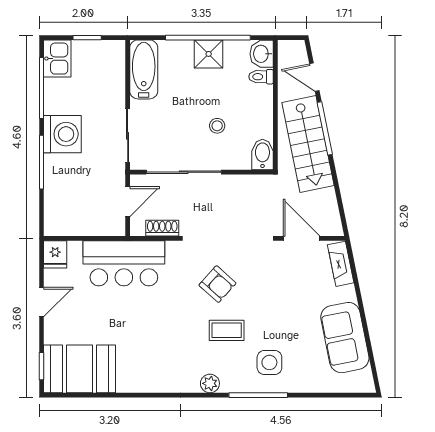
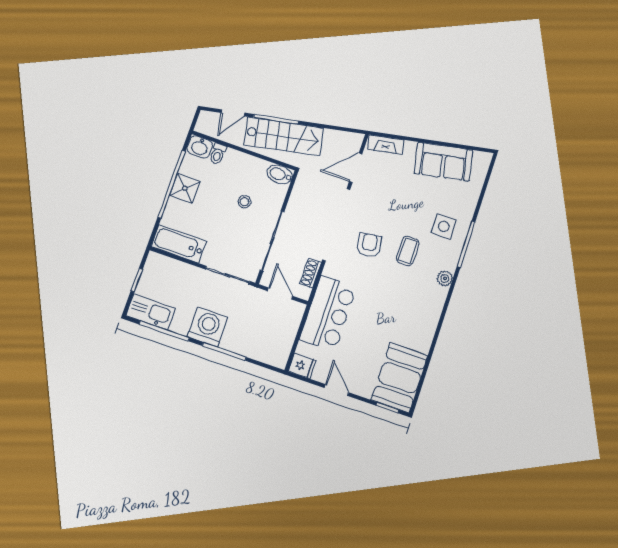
kitchen sink: (57, 59) -> (151, 312), width x1.38
armchair: (217, 284) -> (369, 245), turned -51

